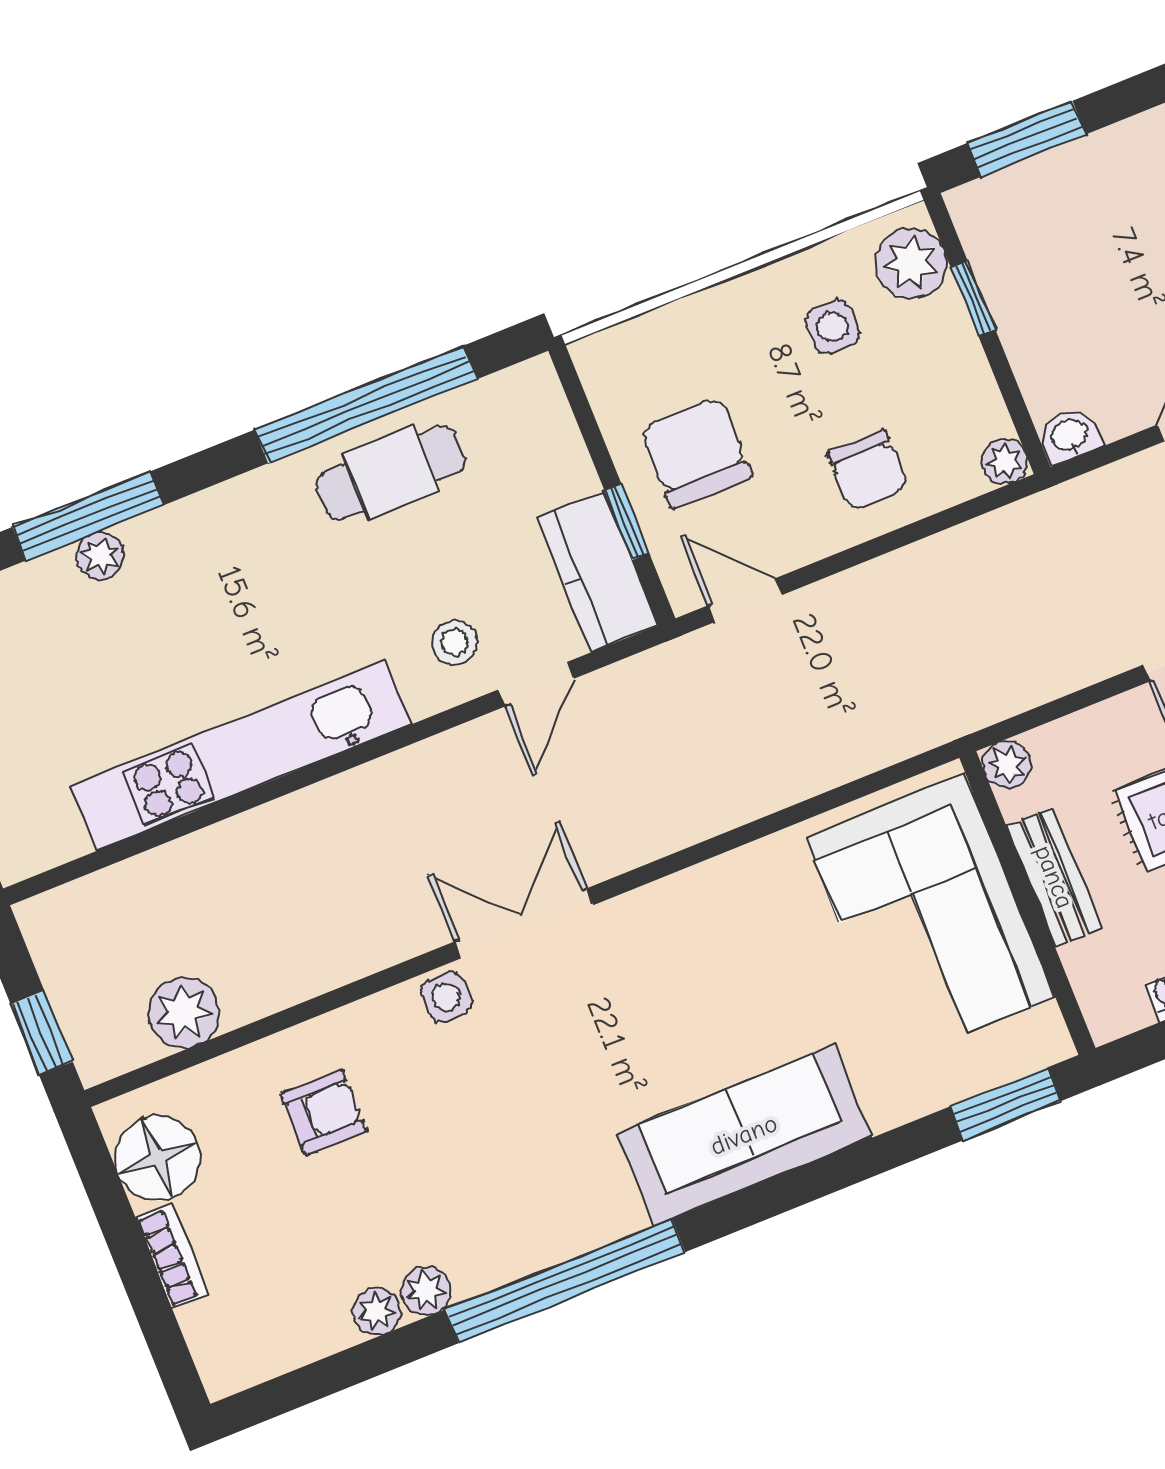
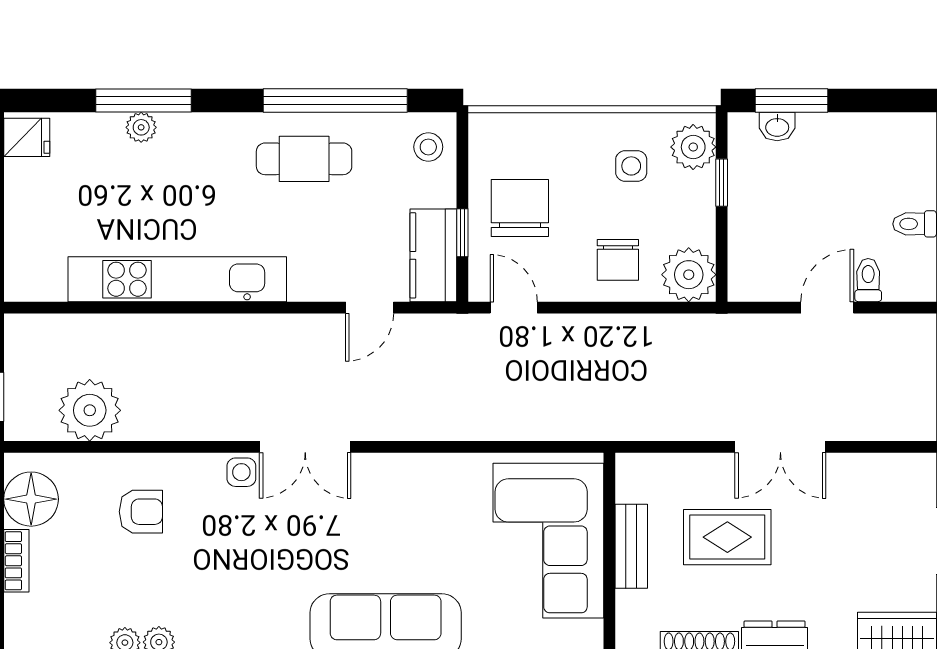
washbasin: (1070, 436) -> (777, 127), moved, turned 180
plant: (1005, 462) -> (689, 275), width x1.87, depth x1.87
cafe table: (391, 472) -> (304, 159), moved
stool: (455, 643) -> (428, 147), moved
plant: (1007, 764) -> (631, 468), removed
double door: (524, 923) -> (305, 447), swing flipped
plant: (184, 1012) -> (90, 410), width x1.36, depth x1.36

